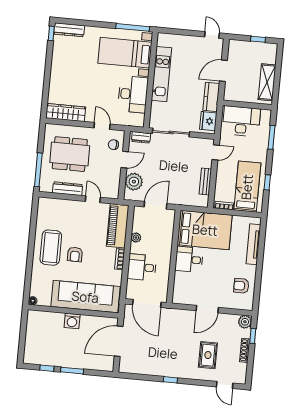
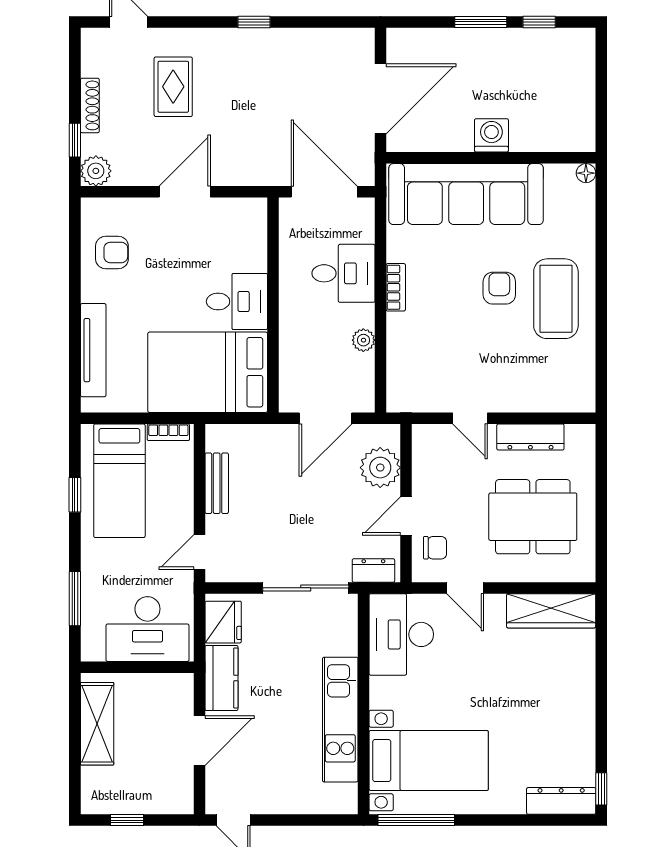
desk: (133, 94) -> (401, 634), moved
window: (38, 170) -> (601, 474), removed
piano: (118, 226) -> (408, 363), removed

